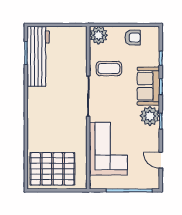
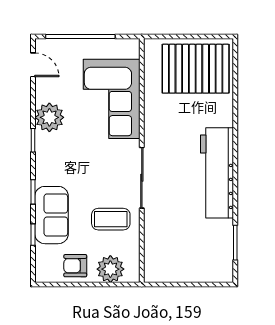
plant: (99, 35) -> (110, 269), moved
workbench: (38, 56) -> (217, 173), moved
sofa: (148, 86) -> (52, 215), moved
plant: (150, 116) -> (49, 117), moved
door: (161, 160) -> (33, 65), moved

